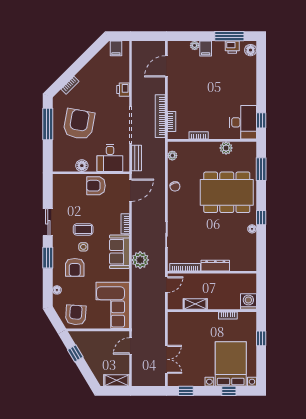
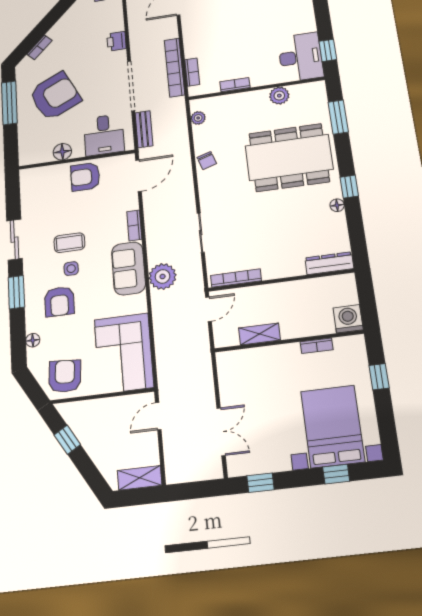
armchair: (79, 124) -> (55, 96), turned 54
dresser: (215, 266) -> (329, 263), moved

